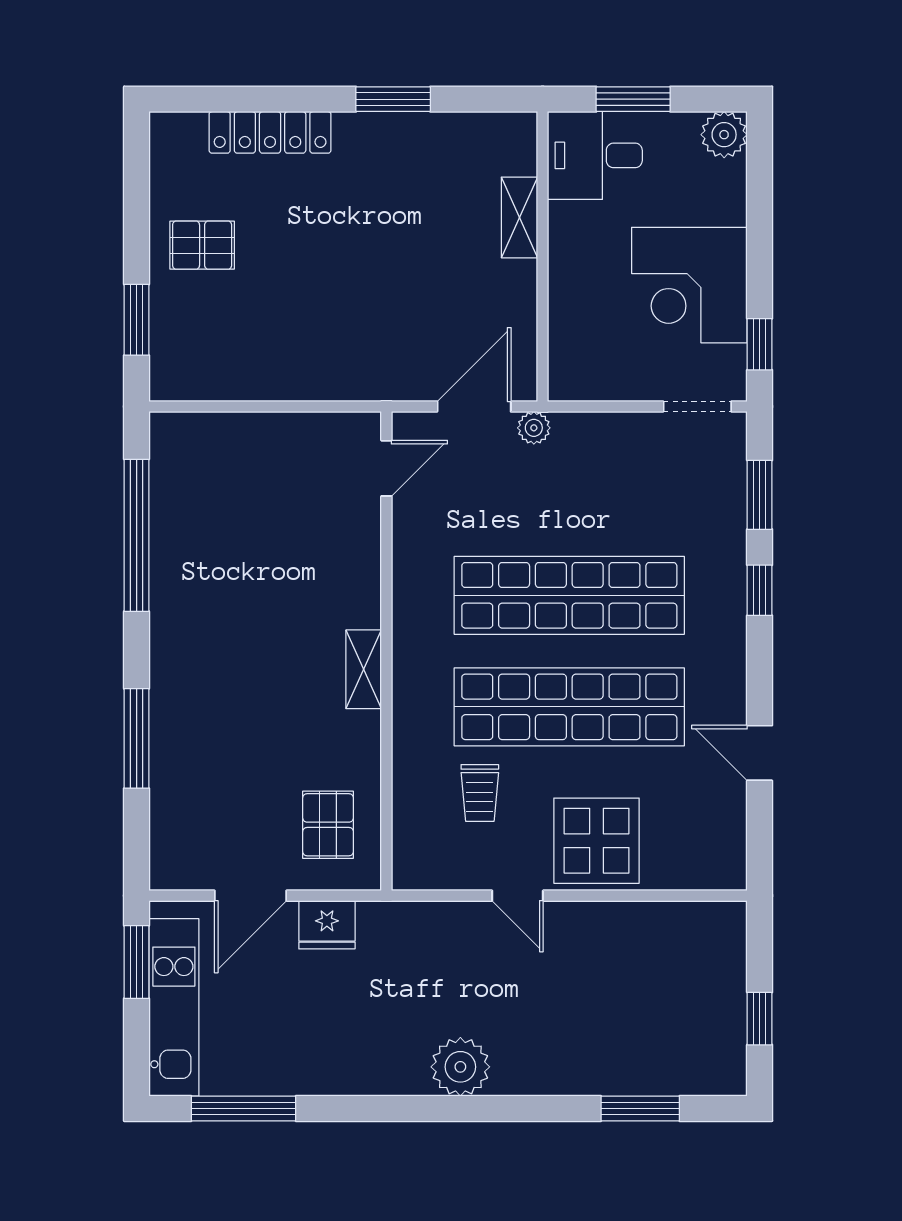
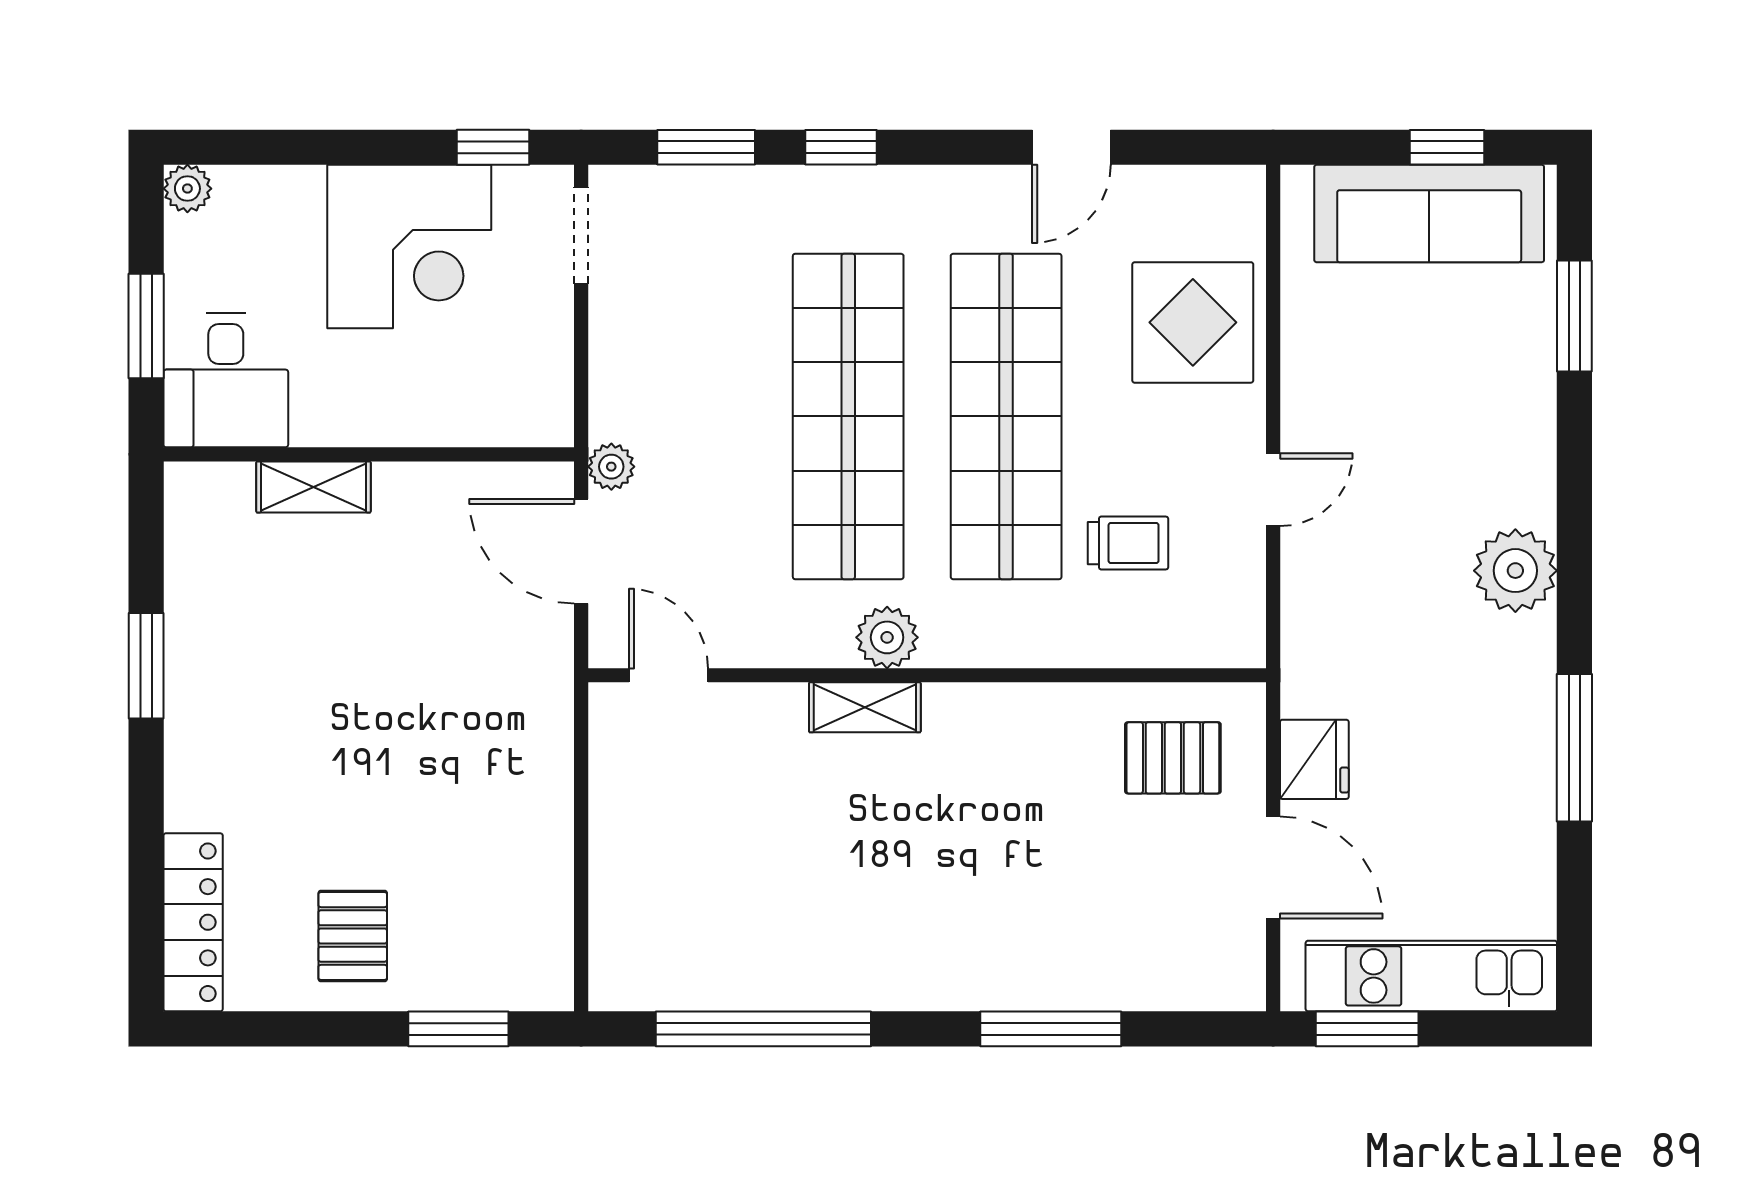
locker: (270, 132) -> (193, 922), moved
plant: (724, 135) -> (187, 189), width x0.73, depth x0.73
plant: (413, 623) -> (887, 637), added
shelving: (364, 669) -> (865, 707), moved
display table: (596, 841) -> (1193, 322), moved
sofa: (713, 1006) -> (1429, 213), added
window: (244, 1109) -> (1574, 748), moved

